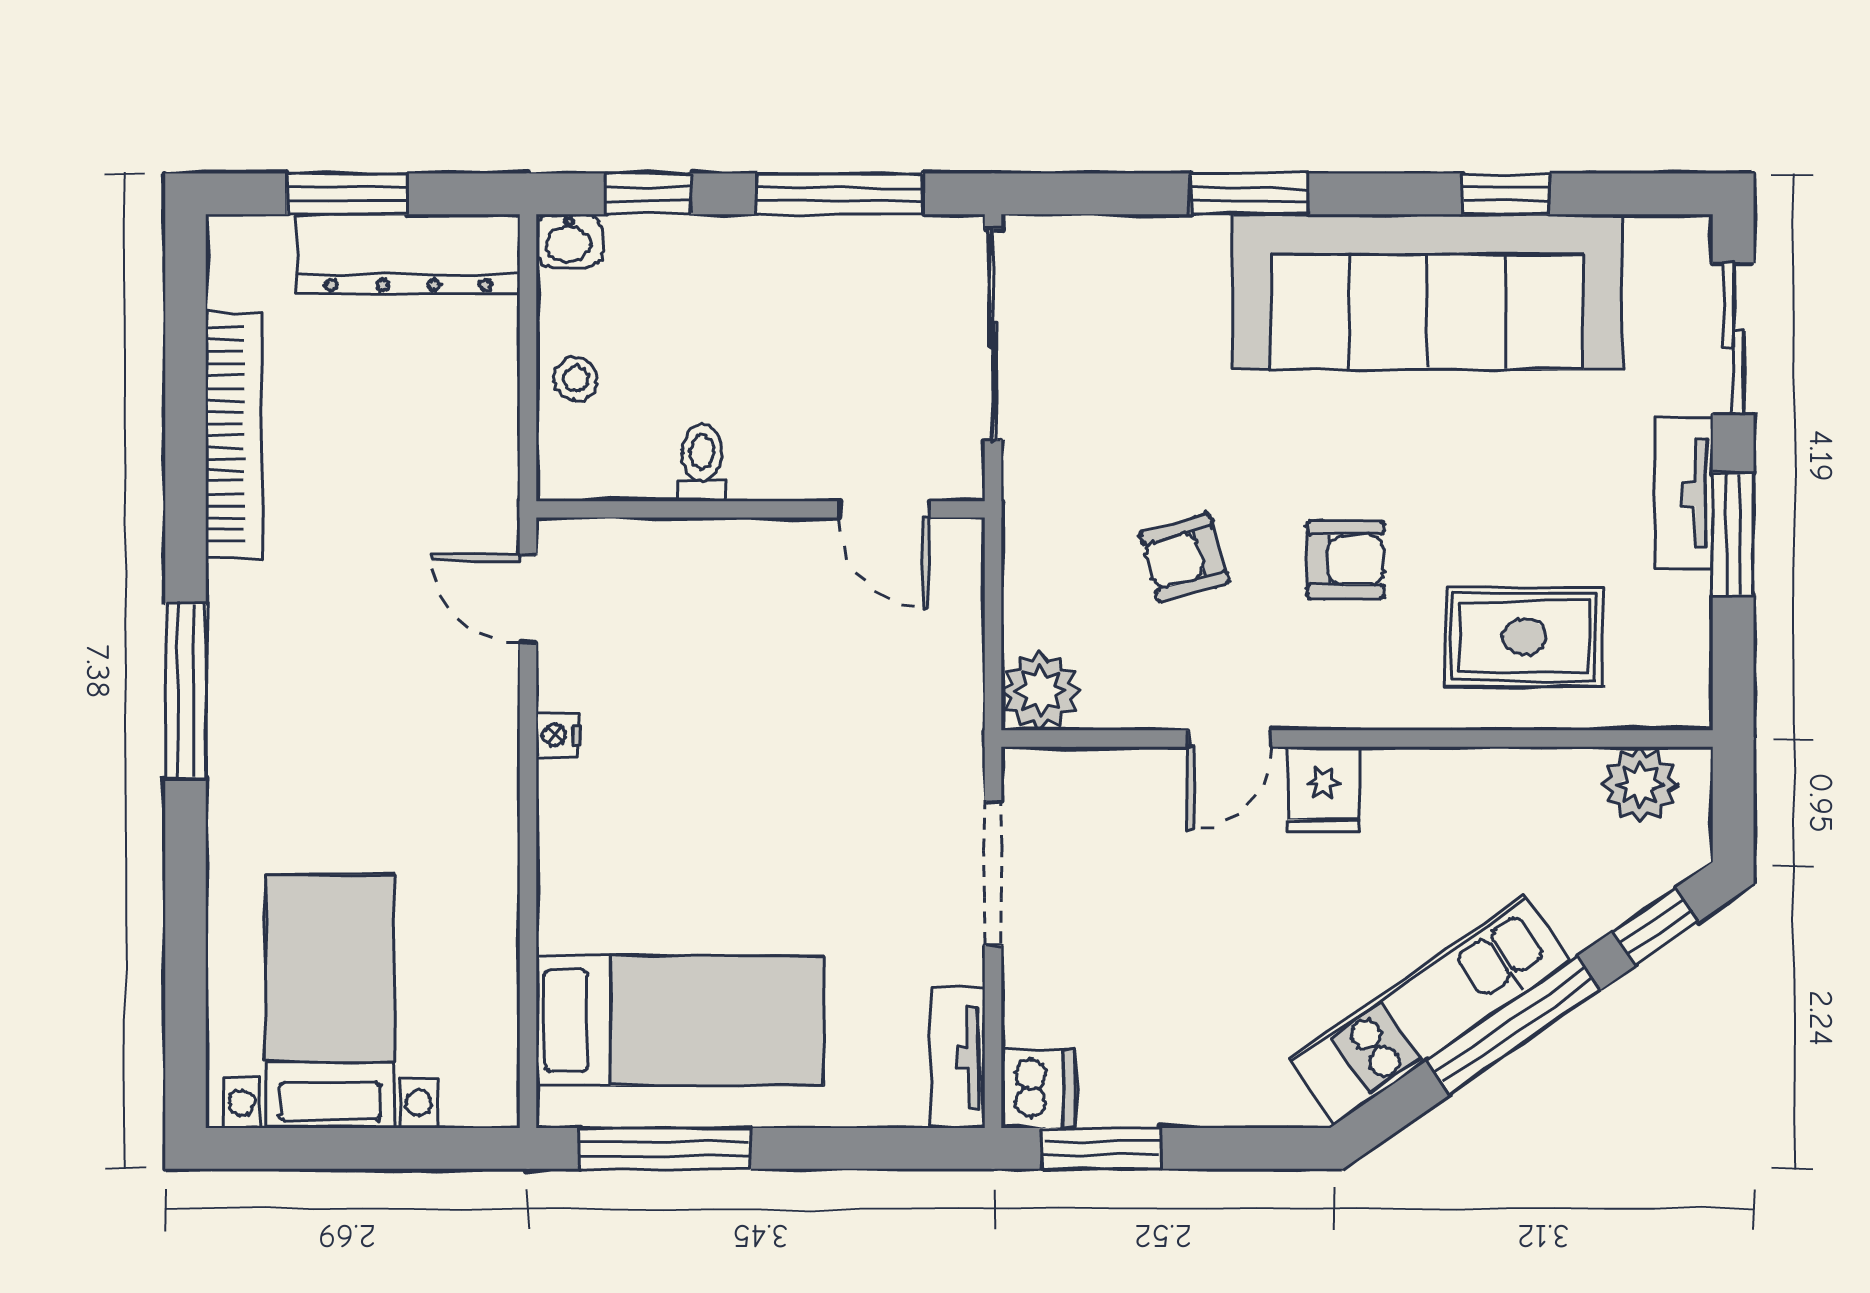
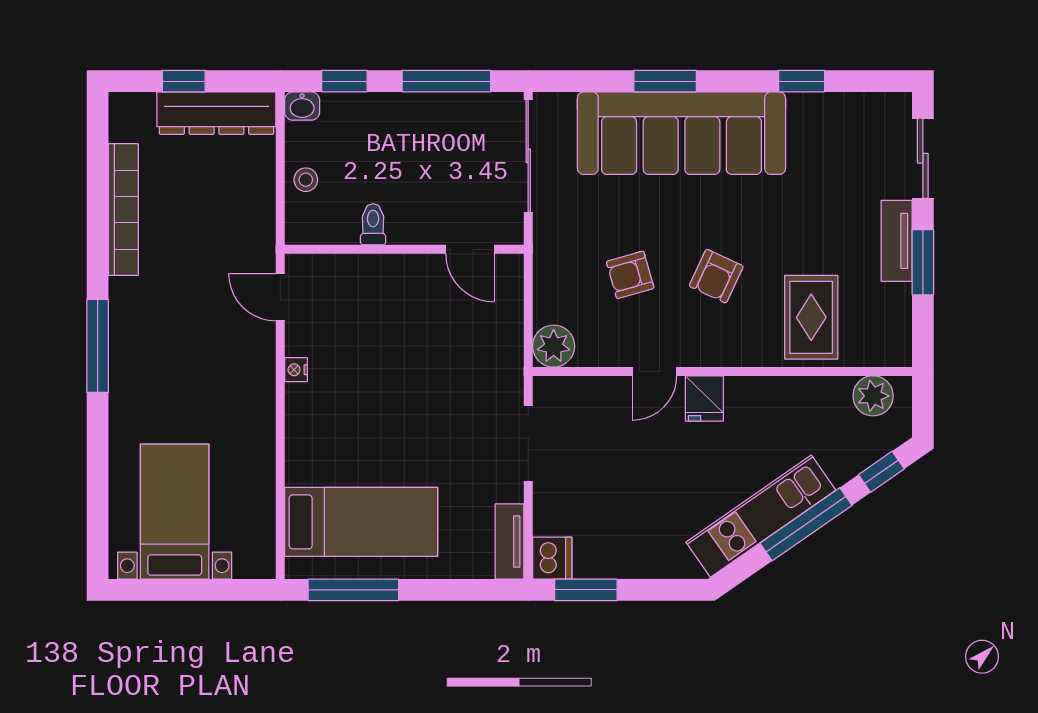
window: (347, 194) -> (184, 81), width x0.67
sofa: (1427, 292) -> (681, 133), moved
armchair: (1346, 560) -> (716, 276), turned 115
rug: (1524, 637) -> (811, 317), turned 90

